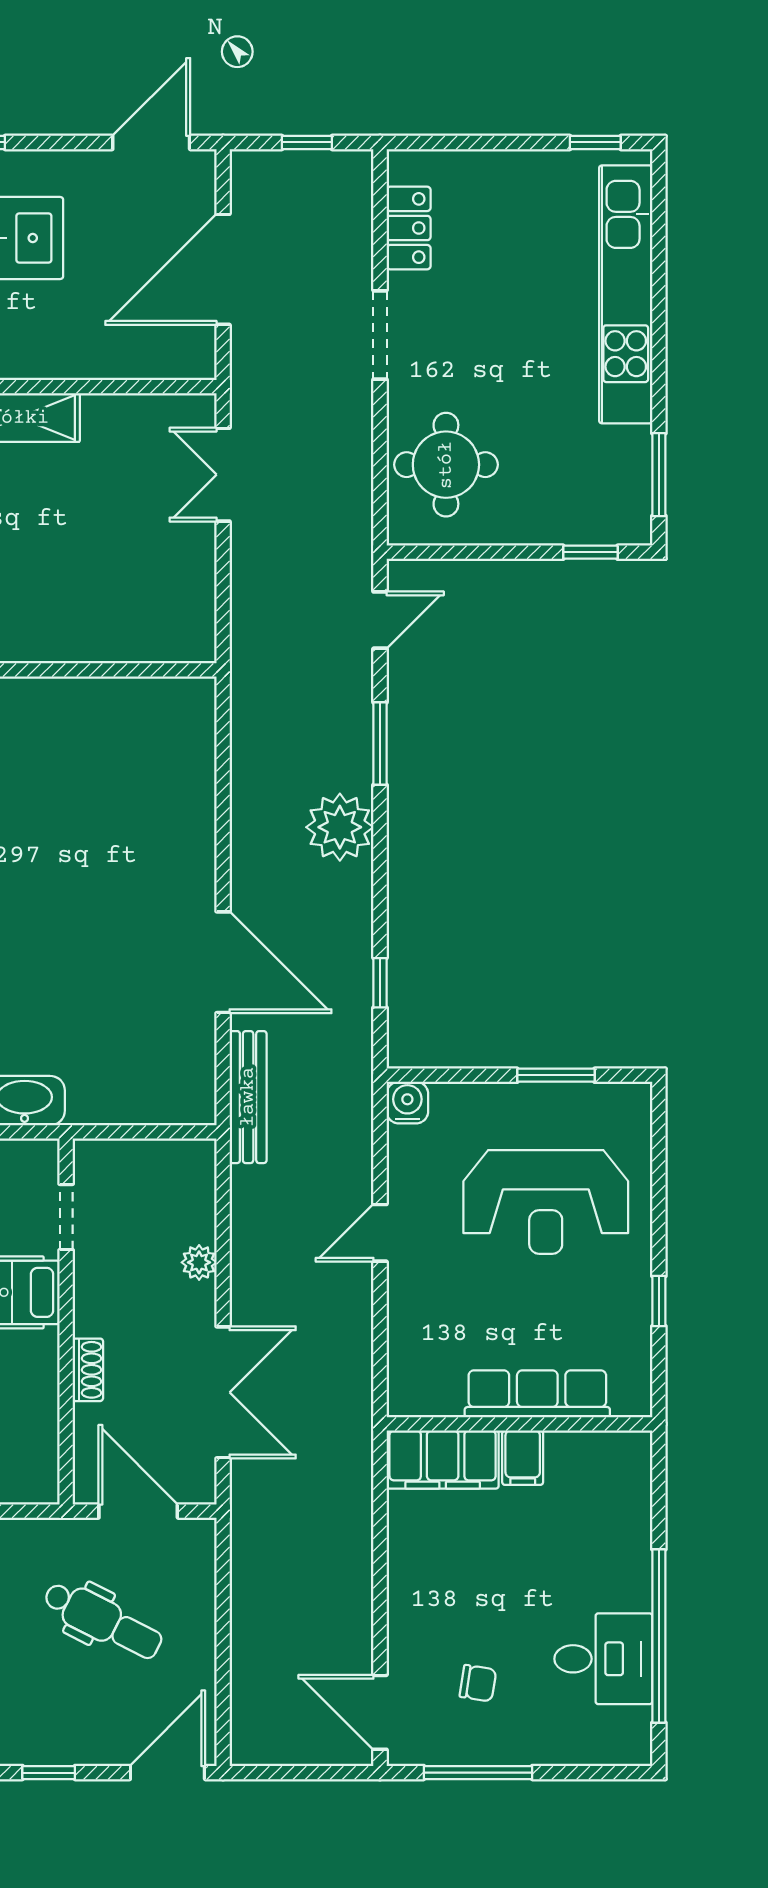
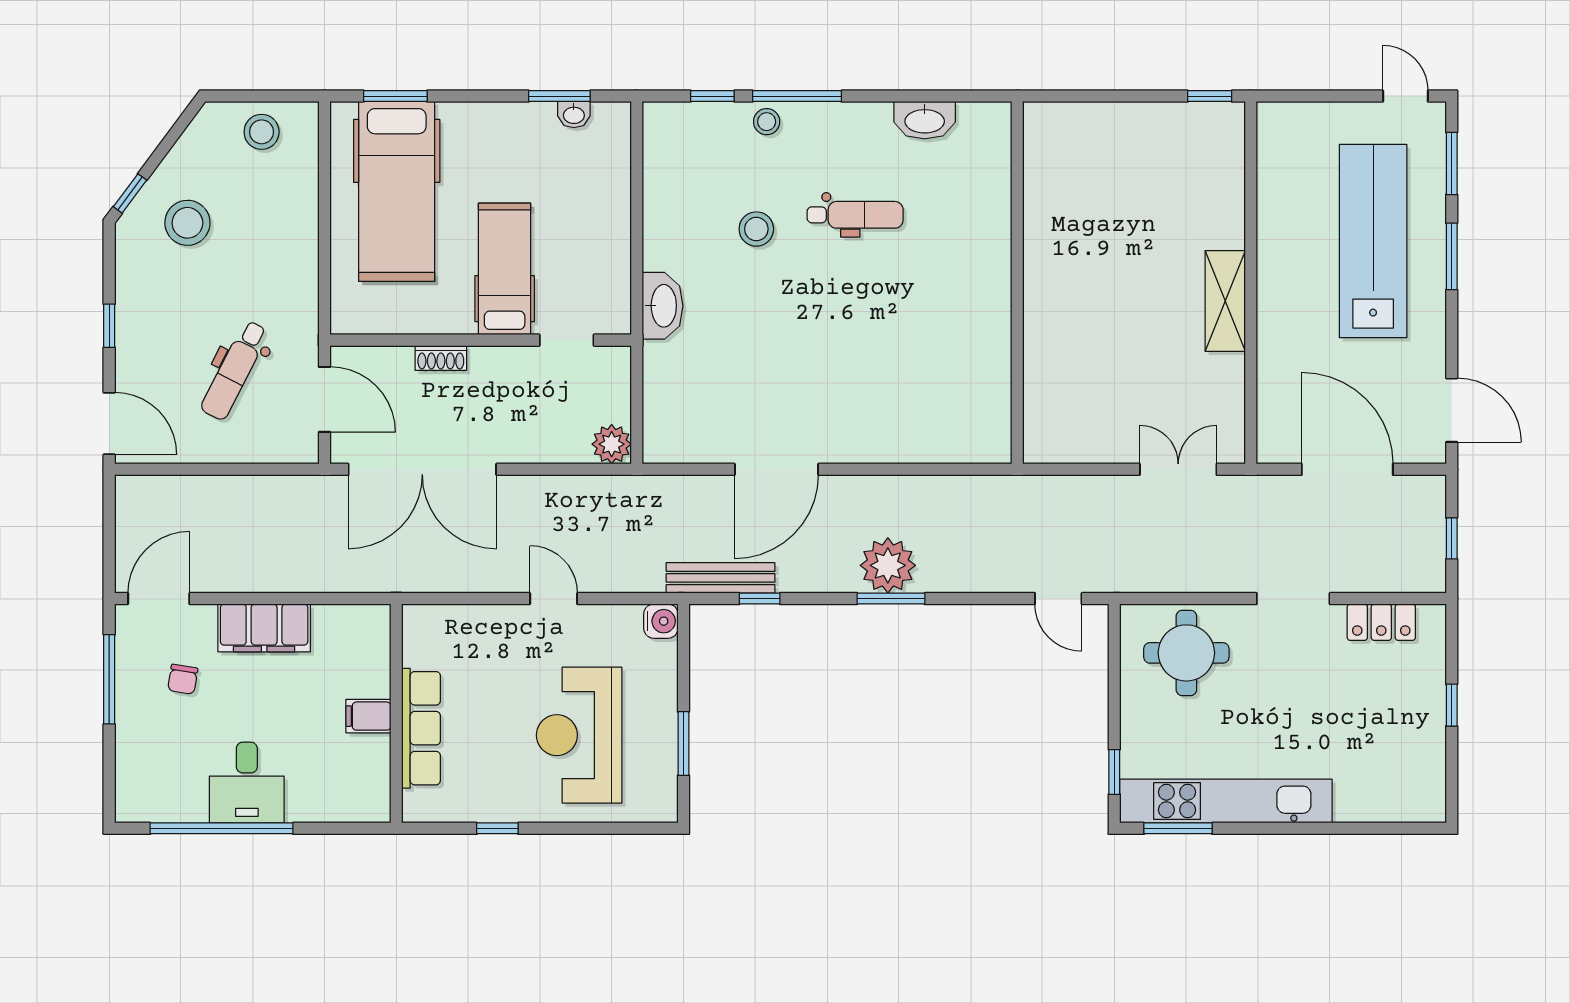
window: (595, 142) -> (1452, 705), moved
kitchen unit: (626, 294) -> (1226, 801), moved
window: (380, 744) -> (891, 599), moved
bench: (248, 1097) -> (721, 578), moved
plant: (199, 1262) -> (612, 444), moved, width x1.38, depth x1.38
double door: (223, 1392) -> (422, 469), width x1.36
filing cabinet: (443, 1460) -> (264, 628), moved, turned -90
door: (138, 1511) -> (325, 399), hinge flipped
desk: (603, 1659) -> (247, 783), moved

